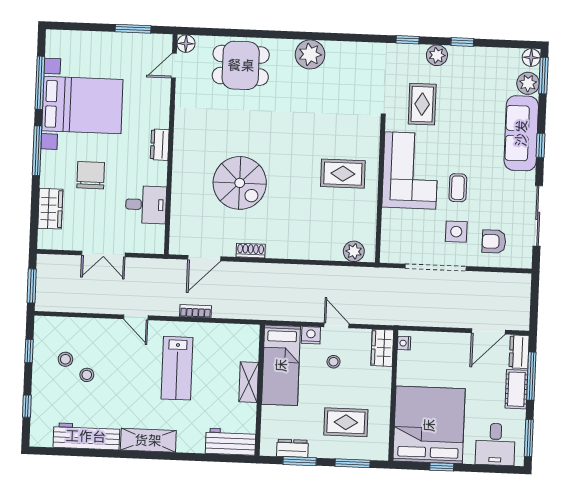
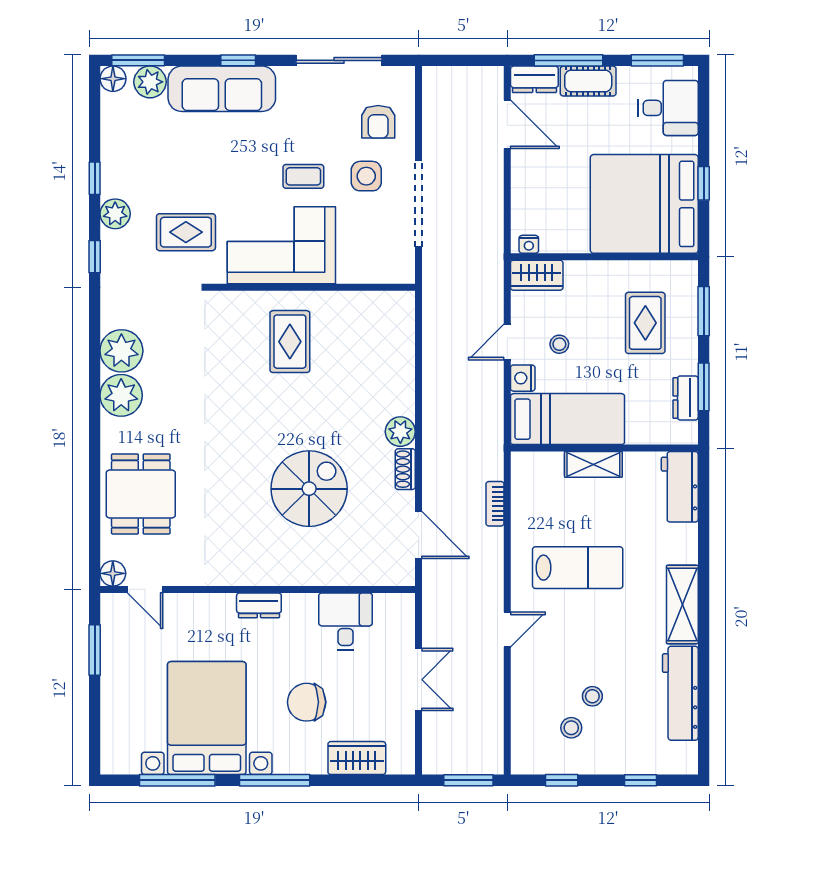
plant: (341, 56) -> (121, 351), added
plant: (354, 251) -> (400, 432), moved
bookcase: (195, 311) -> (495, 504), moved

